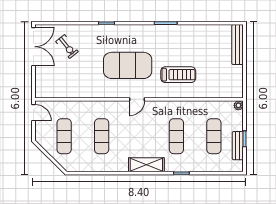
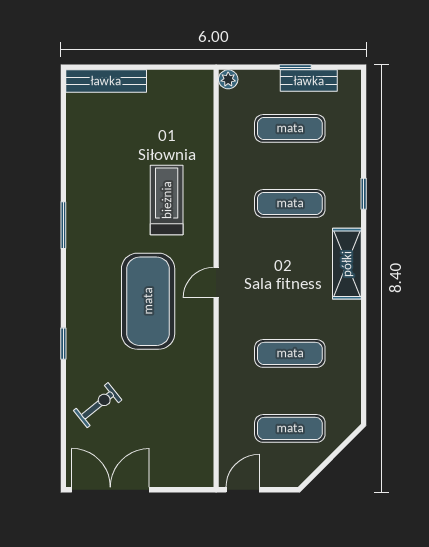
exercise bike: (67, 47) -> (98, 405), moved
door: (137, 99) -> (216, 283), swing flipped

